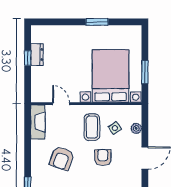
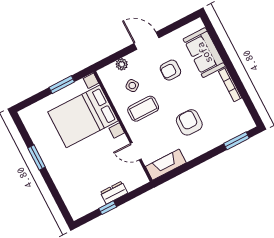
dresser: (37, 55) -> (114, 193), moved
door: (61, 104) -> (136, 151), hinge flipped
armchair: (103, 157) -> (170, 70), moved
armchair: (62, 158) -> (189, 122), turned -109

